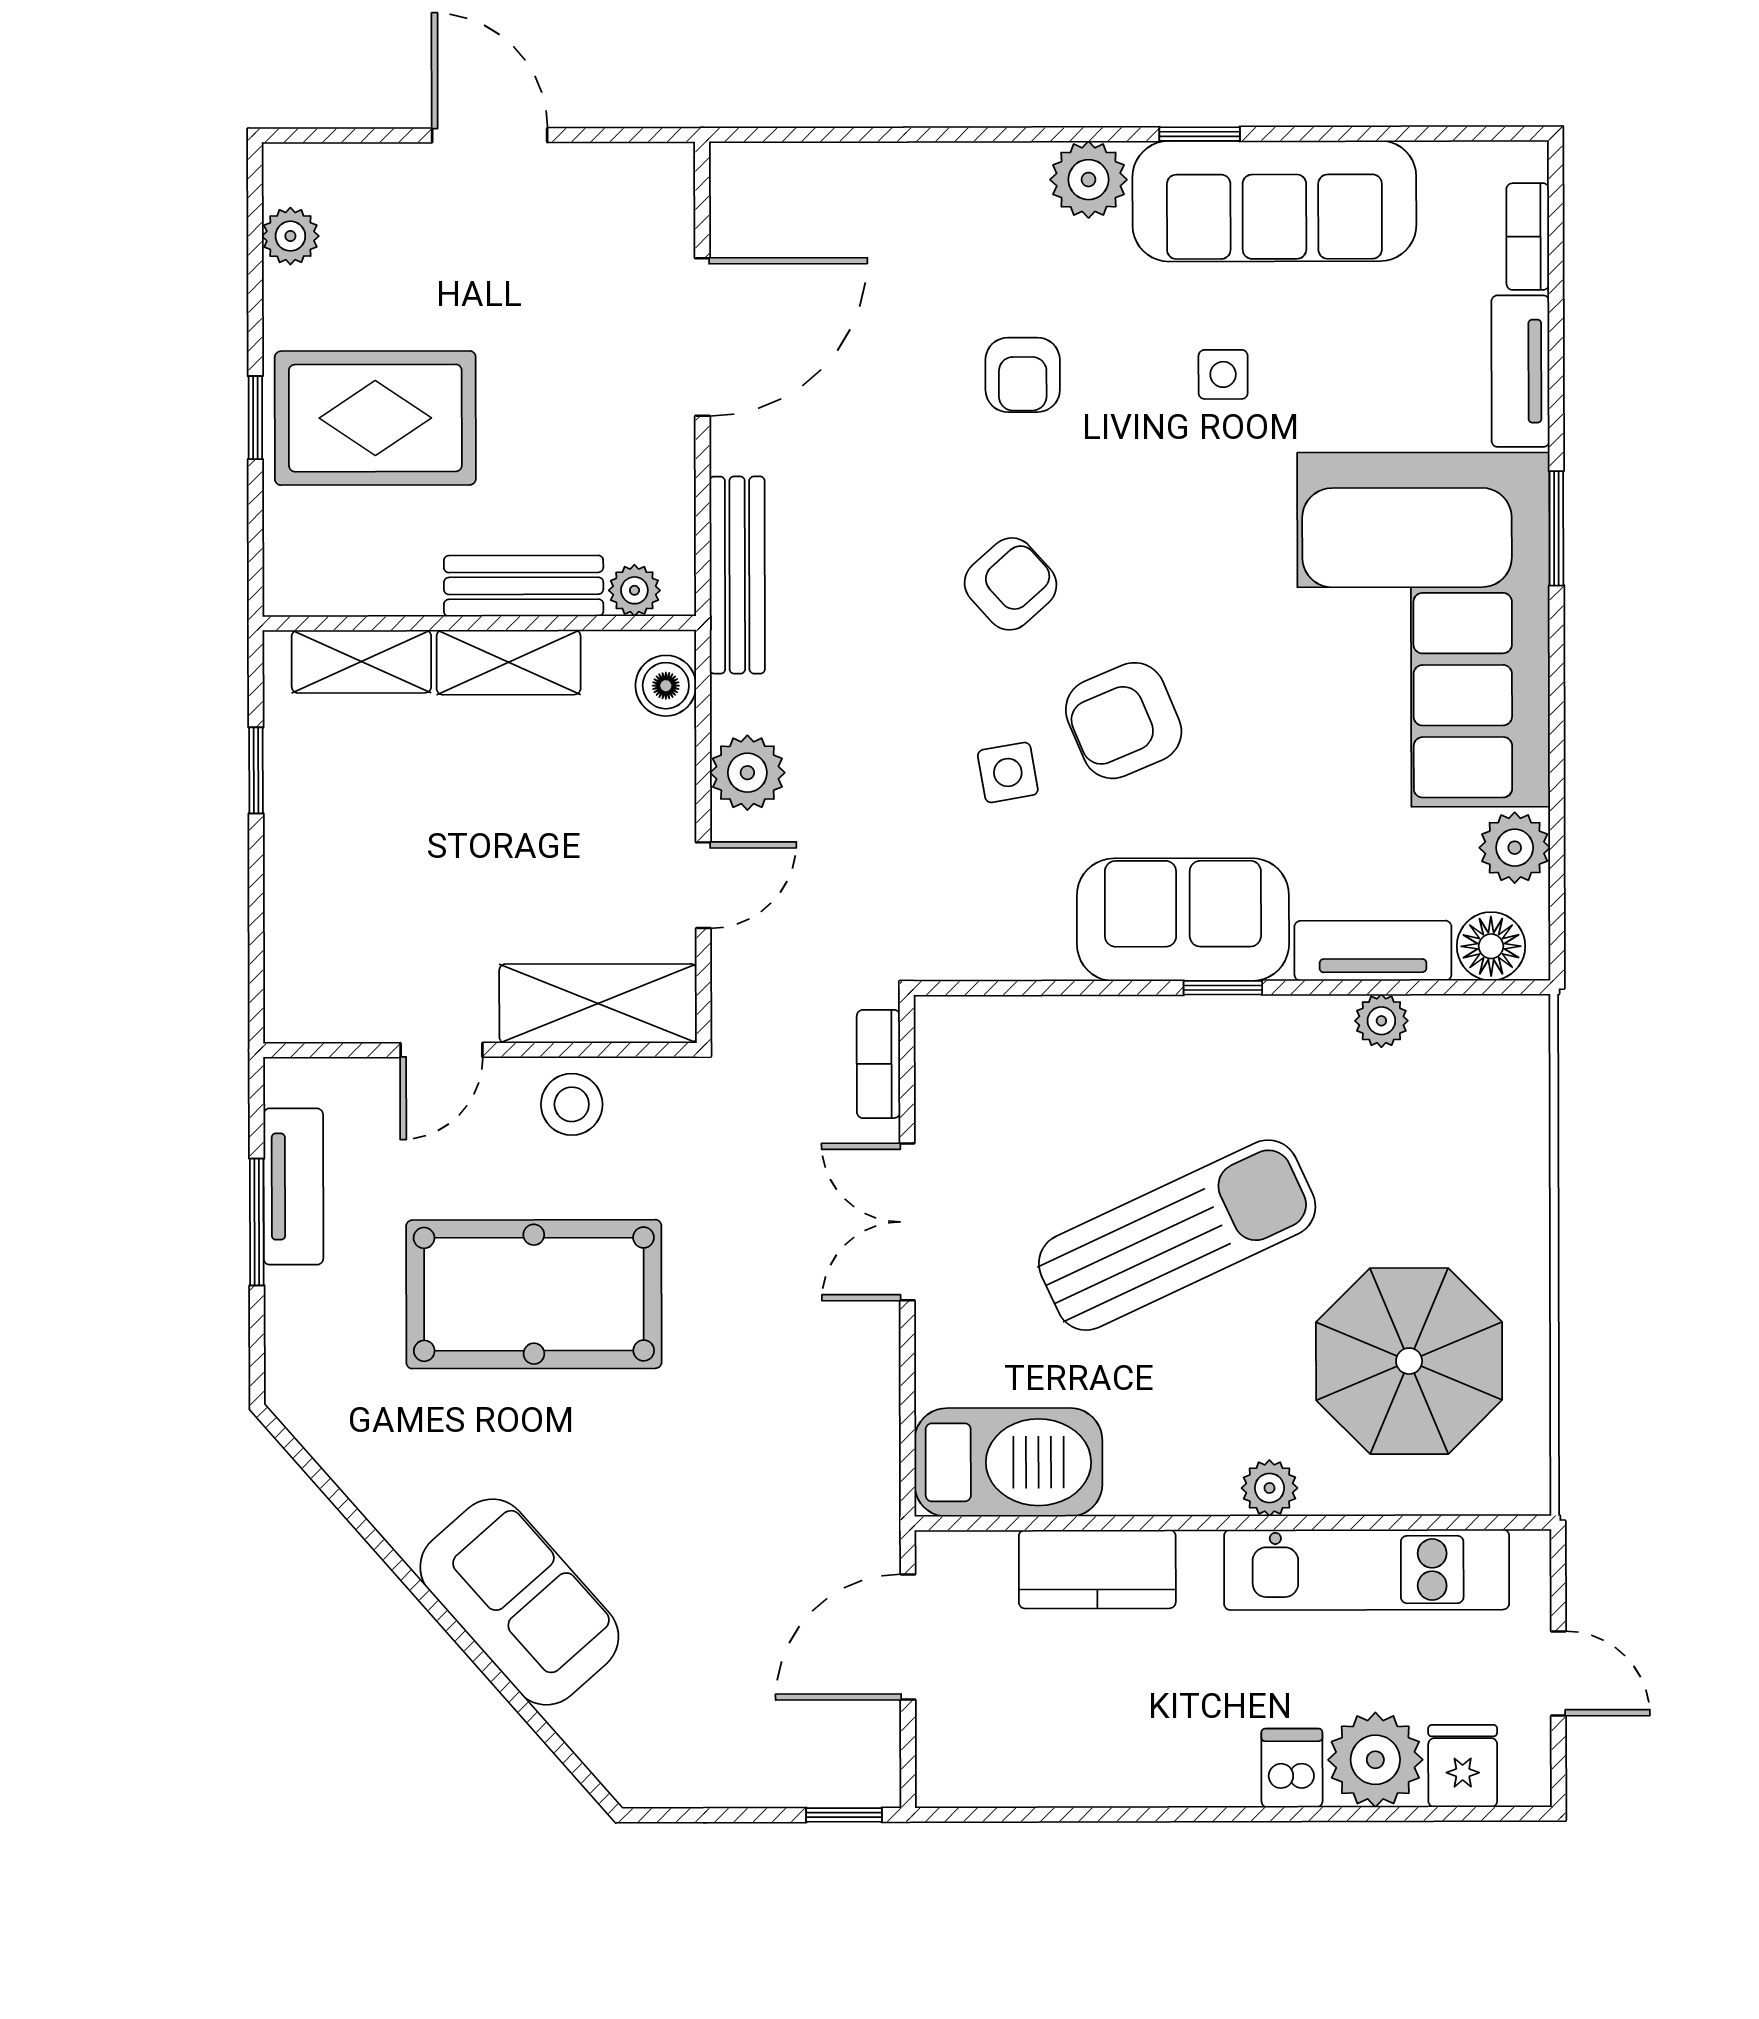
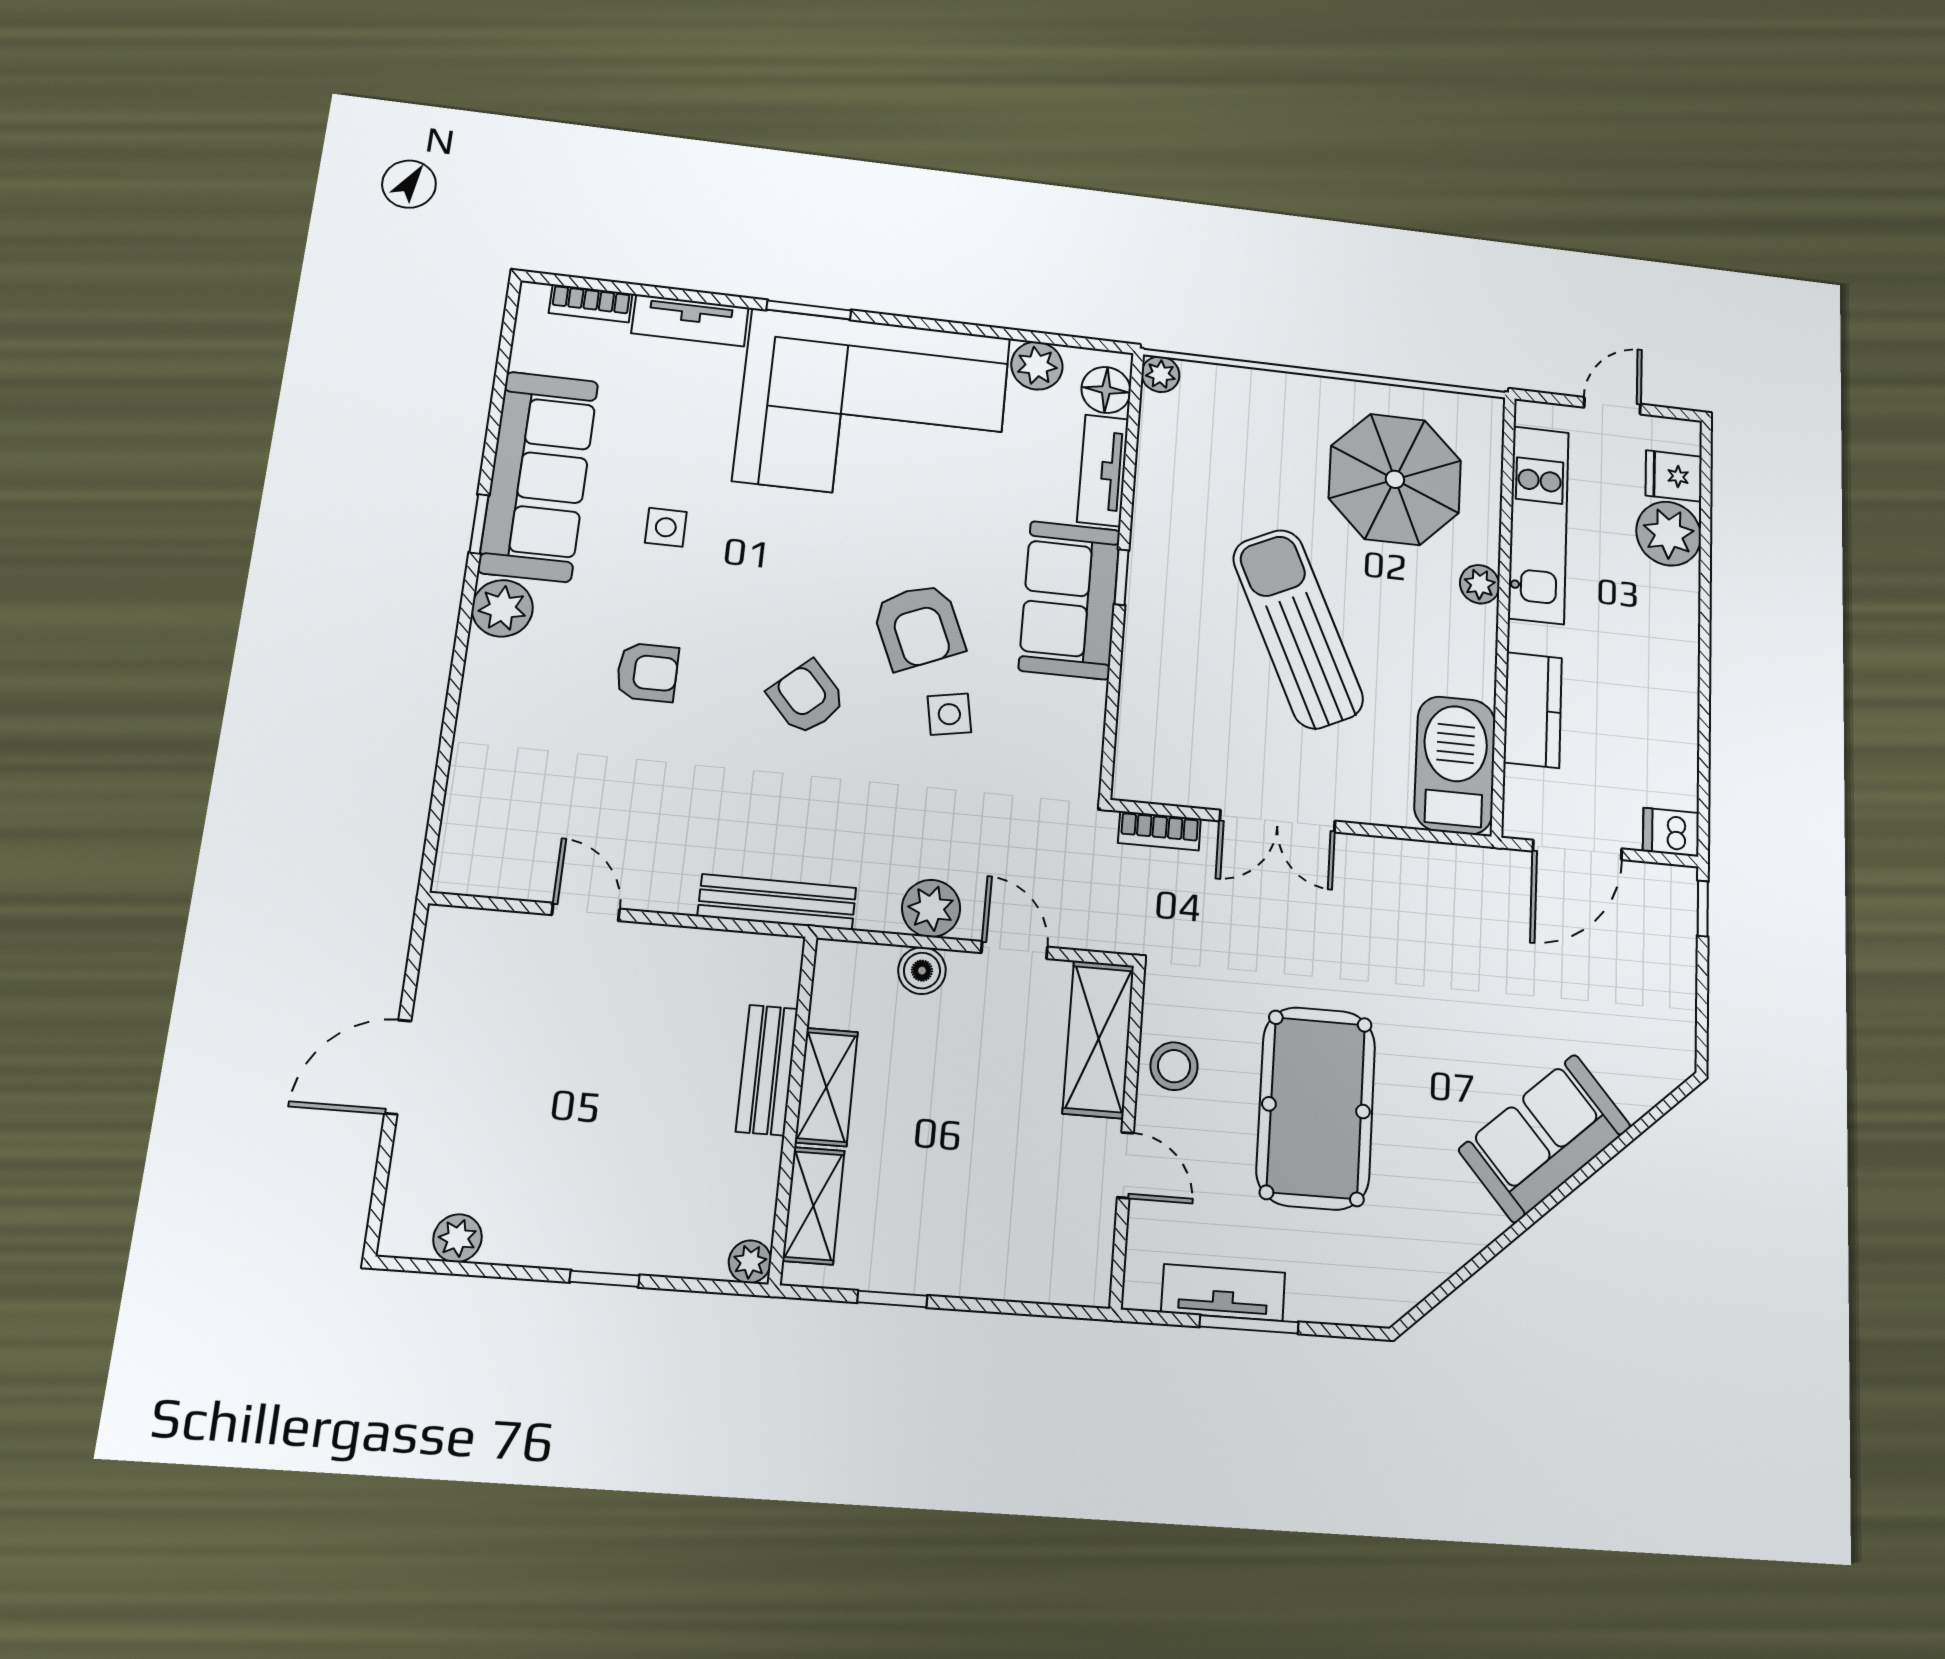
door: (702, 337) -> (586, 912), width x0.53
rug: (375, 418) -> (617, 1179), removed
plant: (634, 590) -> (750, 1262), moved
boiler: (666, 686) -> (922, 971), moved
plant: (1381, 1021) -> (1160, 374), moved
door: (908, 1637) -> (1577, 850), hinge flipped
dishwasher: (1292, 1768) -> (1671, 832), moved

